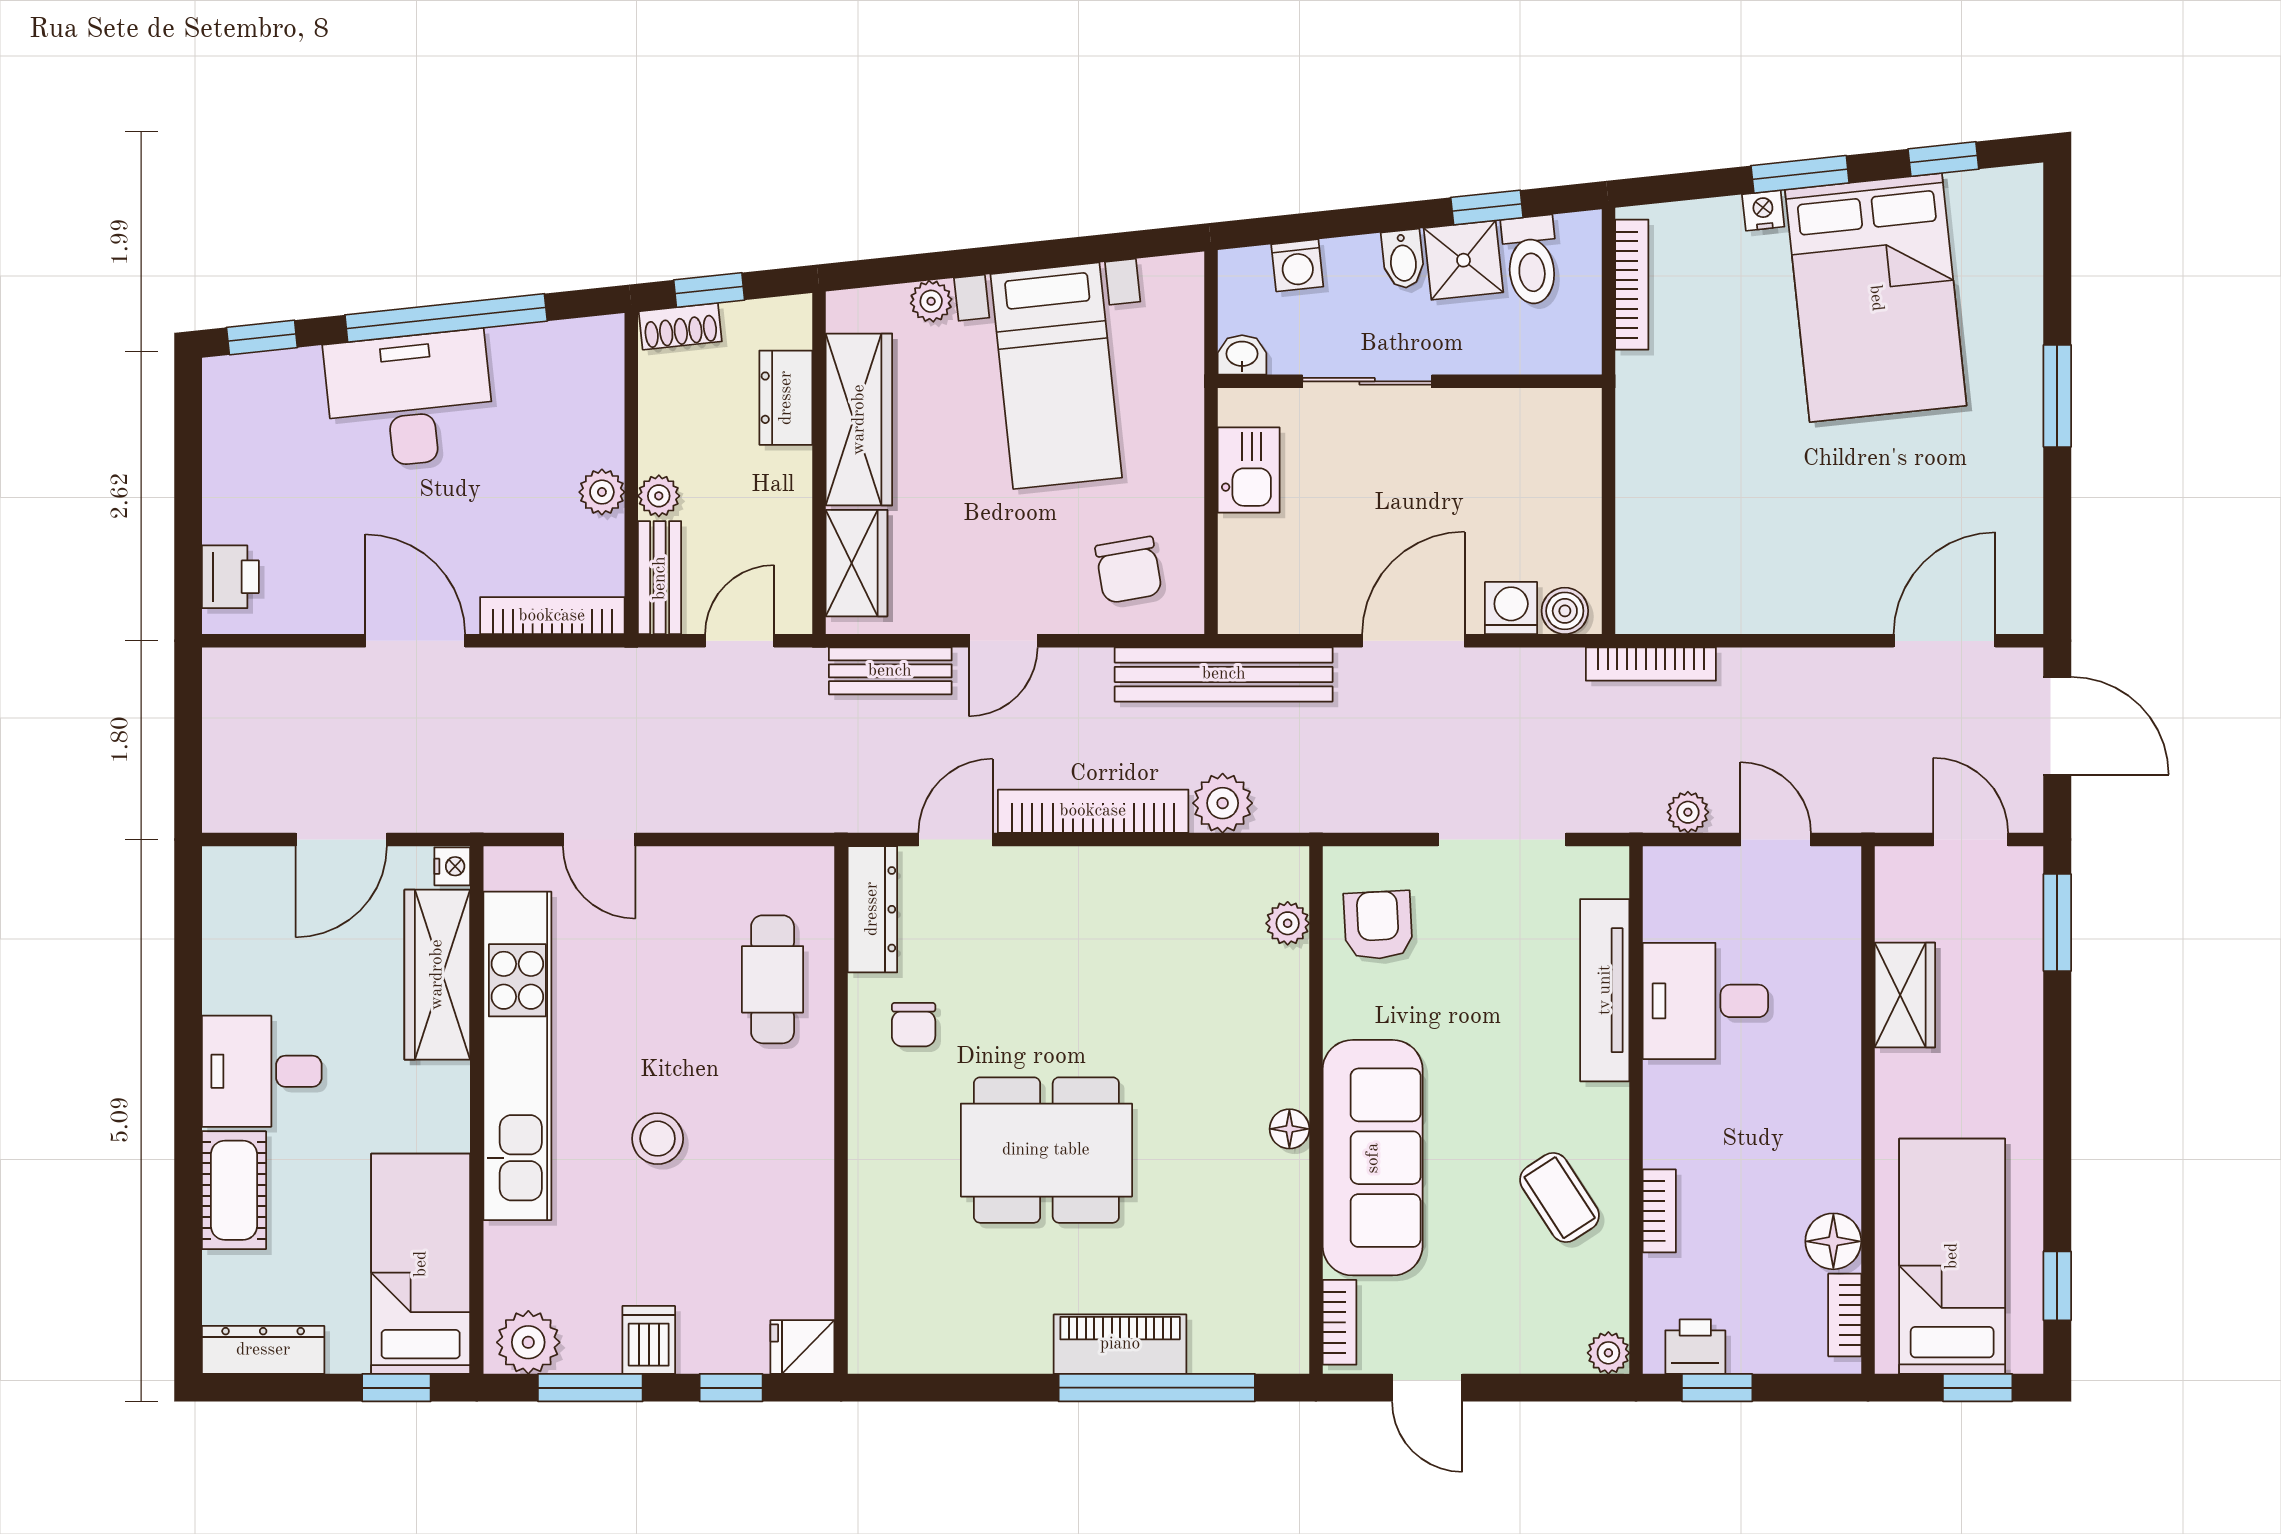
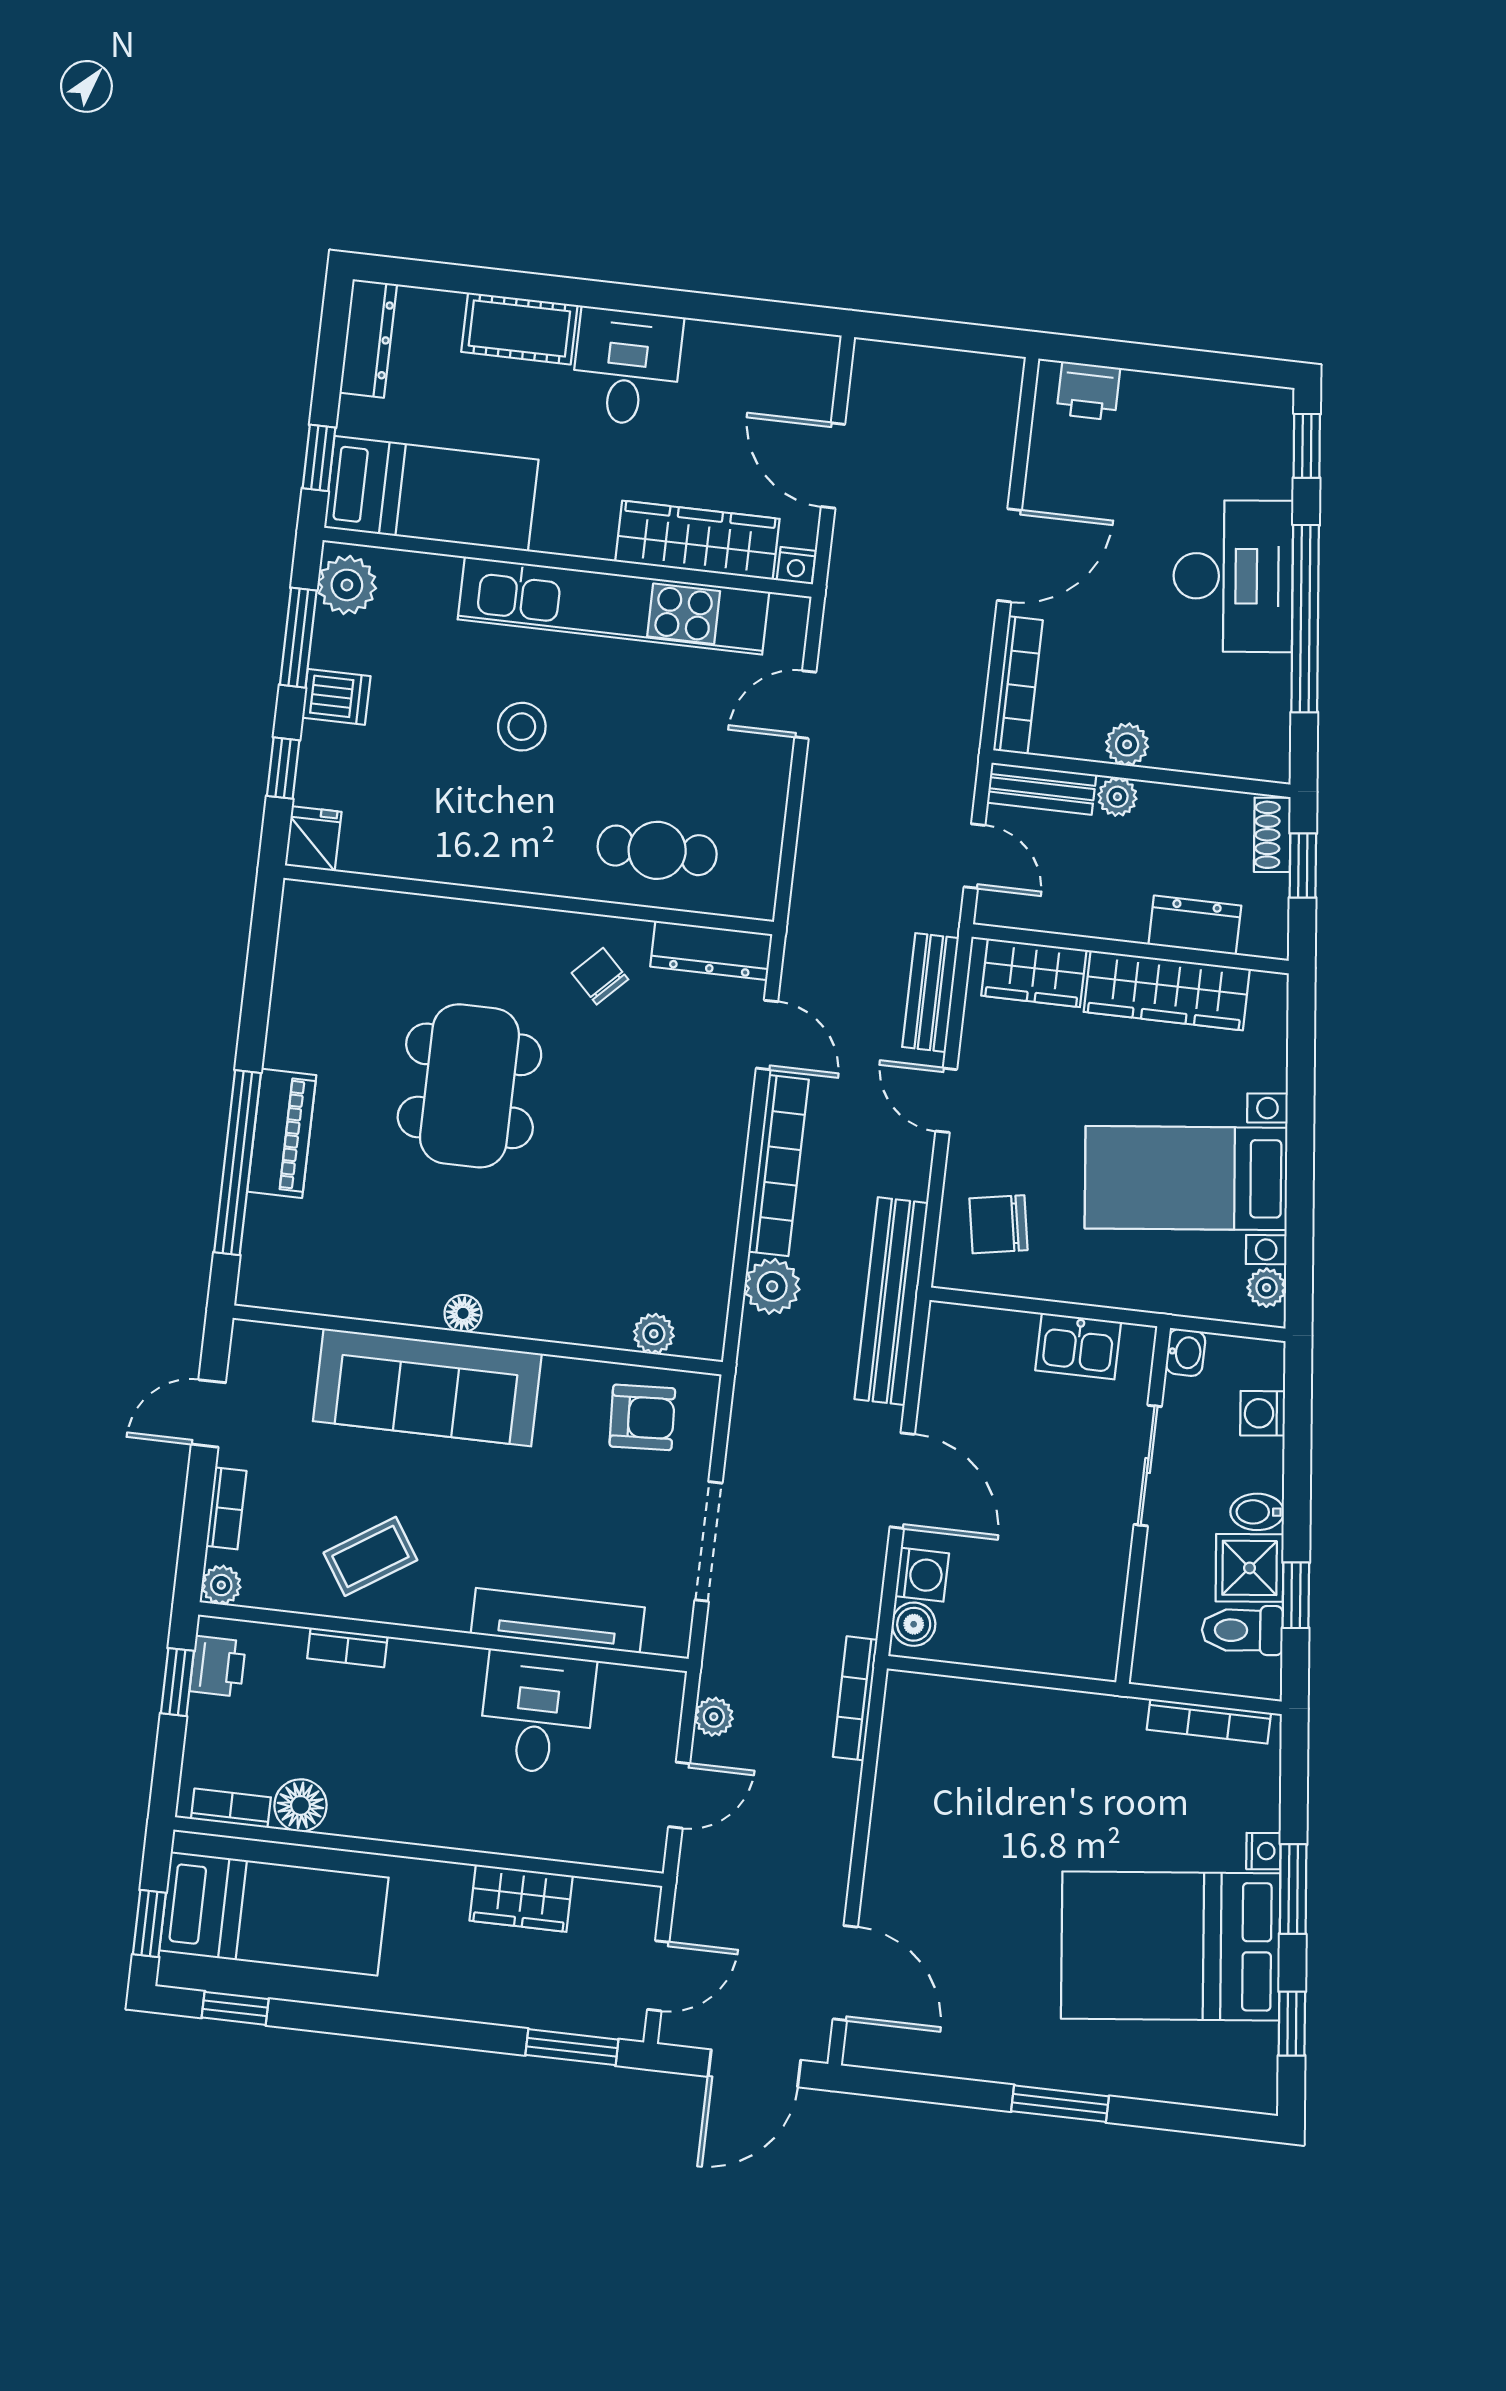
plant: (931, 301) -> (1267, 1288), moved
chair: (914, 1025) -> (600, 976), turned 45
bookcase: (1339, 1322) -> (226, 1508), moved, turned -90

